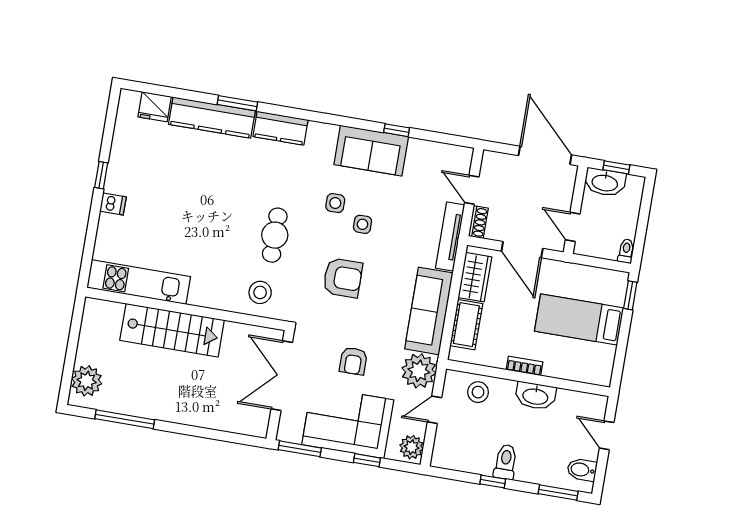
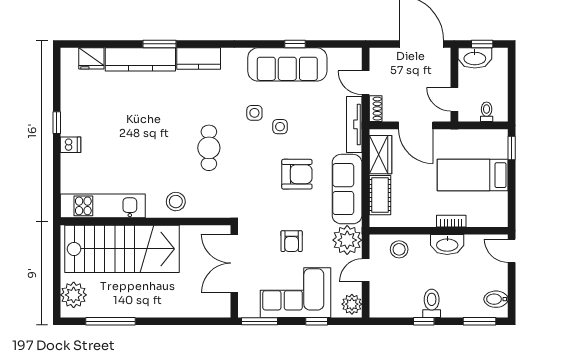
sofa: (371, 151) -> (287, 64), width x1.36
toilet: (626, 251) -> (487, 112), moved
armchair: (343, 278) -> (297, 174), moved
stool: (260, 292) -> (176, 202), moved
stairs: (172, 330) -> (122, 249), width x1.36, depth x1.51
bookcase: (524, 366) -> (451, 221), moved
door: (607, 435) -> (512, 251), moved

